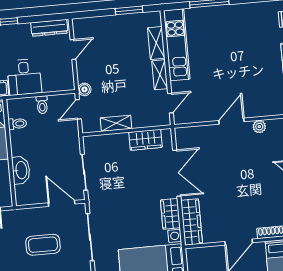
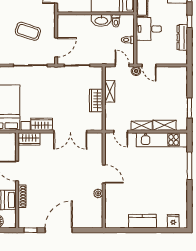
dresser: (49, 28) -> (182, 37), moved
door: (73, 50) -> (149, 65), moved
wardrobe: (145, 140) -> (96, 100), moved
washbasin: (21, 170) -> (101, 20), moved
wardrobe: (192, 222) -> (29, 139), width x0.67
coffee table: (43, 245) -> (28, 31), turned -72

